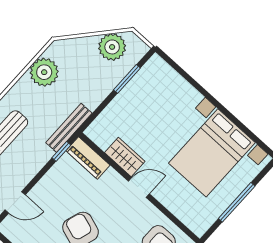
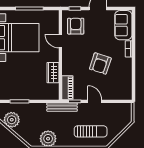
door: (139, 188) -> (60, 41), moved
door: (15, 202) -> (95, 101), moved

